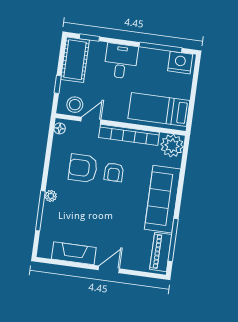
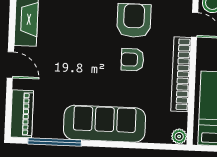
plant: (172, 146) -> (179, 136), width x0.53, depth x0.53
piano: (161, 252) -> (22, 114), moved, turned 90

